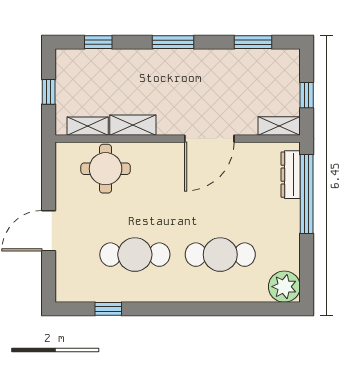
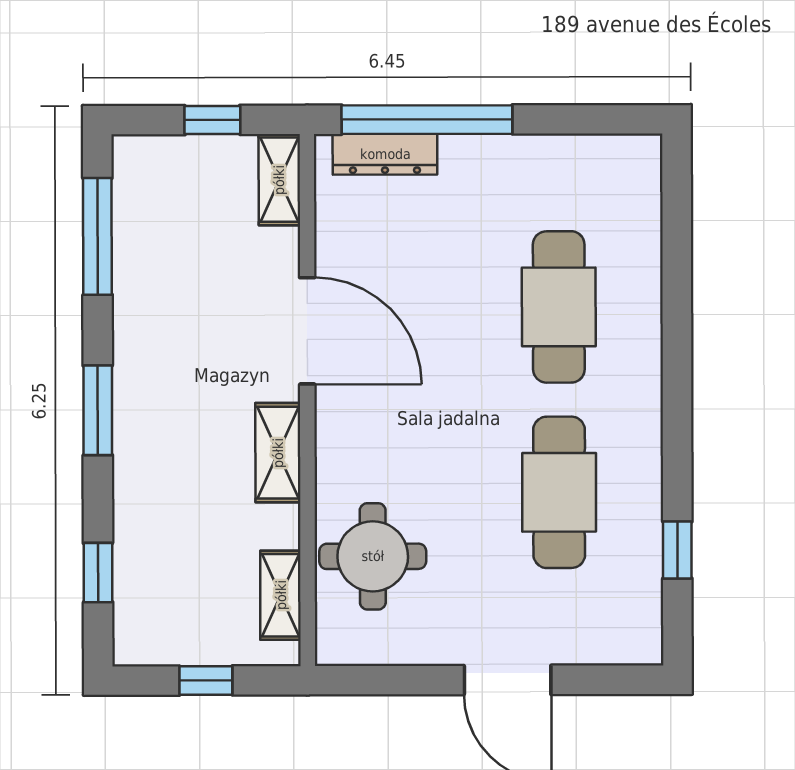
window: (253, 42) -> (97, 236), width x1.44
shelving: (133, 125) -> (278, 453), moved
plant: (284, 287) -> (628, 168), removed

